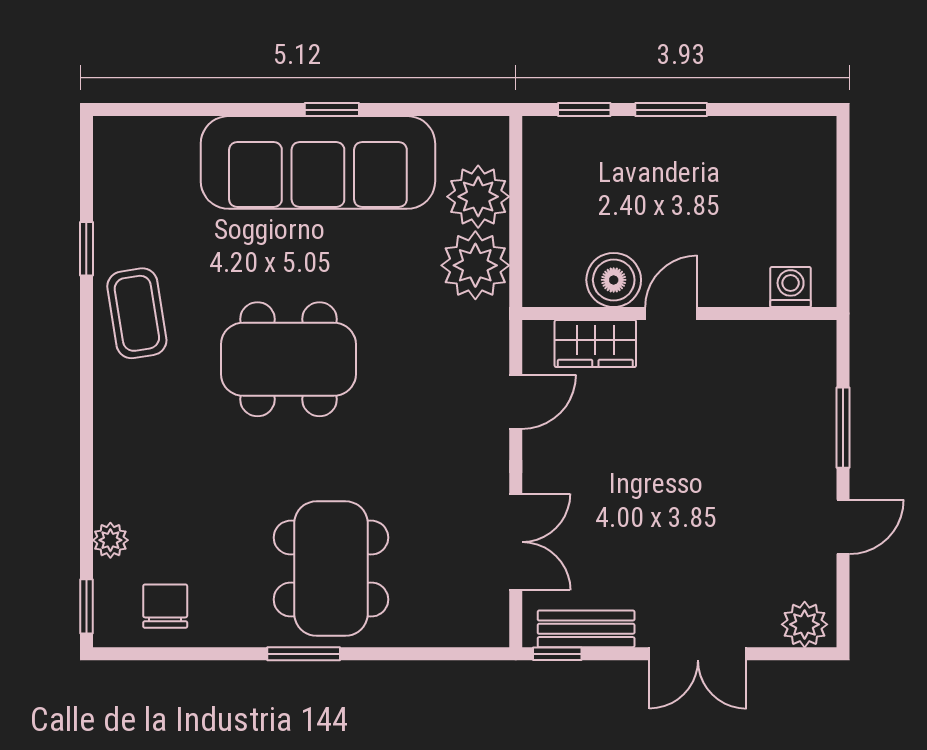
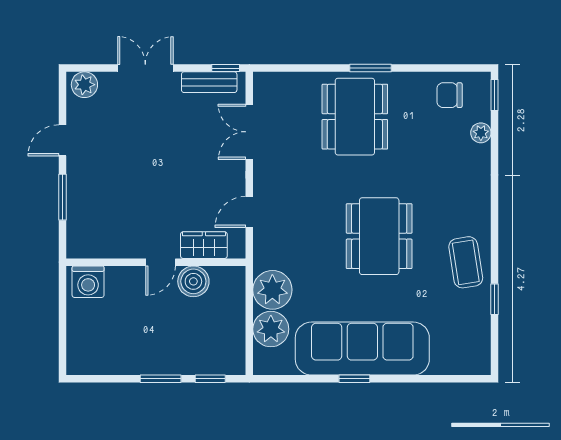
washing machine: (791, 287) -> (88, 282), width x1.38, depth x1.38
dining table: (288, 359) -> (379, 236), turned 90
chair: (165, 606) -> (450, 95), turned 90

